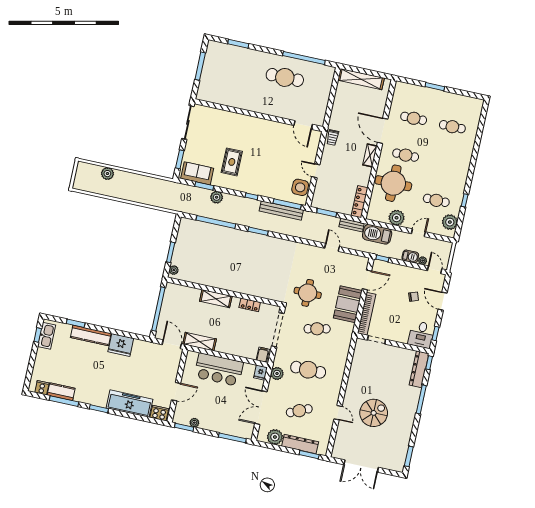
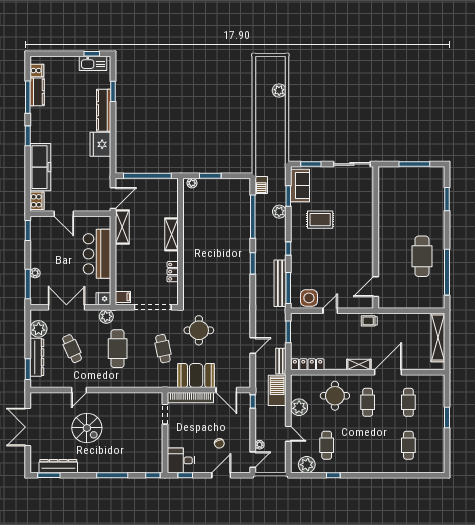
round table: (393, 183) -> (335, 396), width x0.73, depth x0.73
barbecue: (410, 256) -> (261, 185), moved
dresser: (419, 369) -> (58, 466), moved
plant: (194, 423) -> (35, 273), moved

